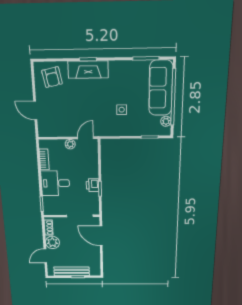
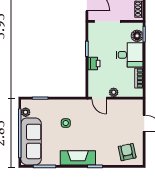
fireplace: (88, 70) -> (78, 158), moved
door: (86, 138) -> (99, 98), hinge flipped
printer: (93, 185) -> (94, 63), moved
floor lamp: (49, 202) -> (137, 36), added

